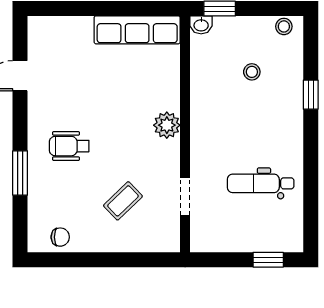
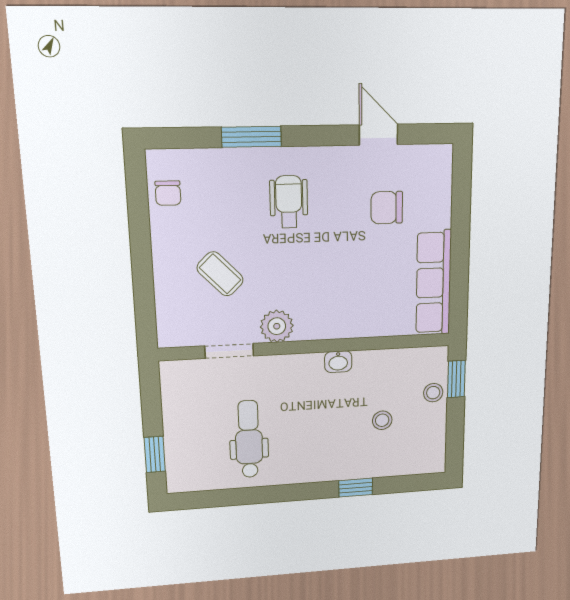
washbasin: (201, 25) -> (338, 362), moved, turned -90
stool: (284, 26) -> (433, 393), moved
chair: (76, 69) -> (387, 208), added
plant: (167, 125) -> (277, 326), moved

